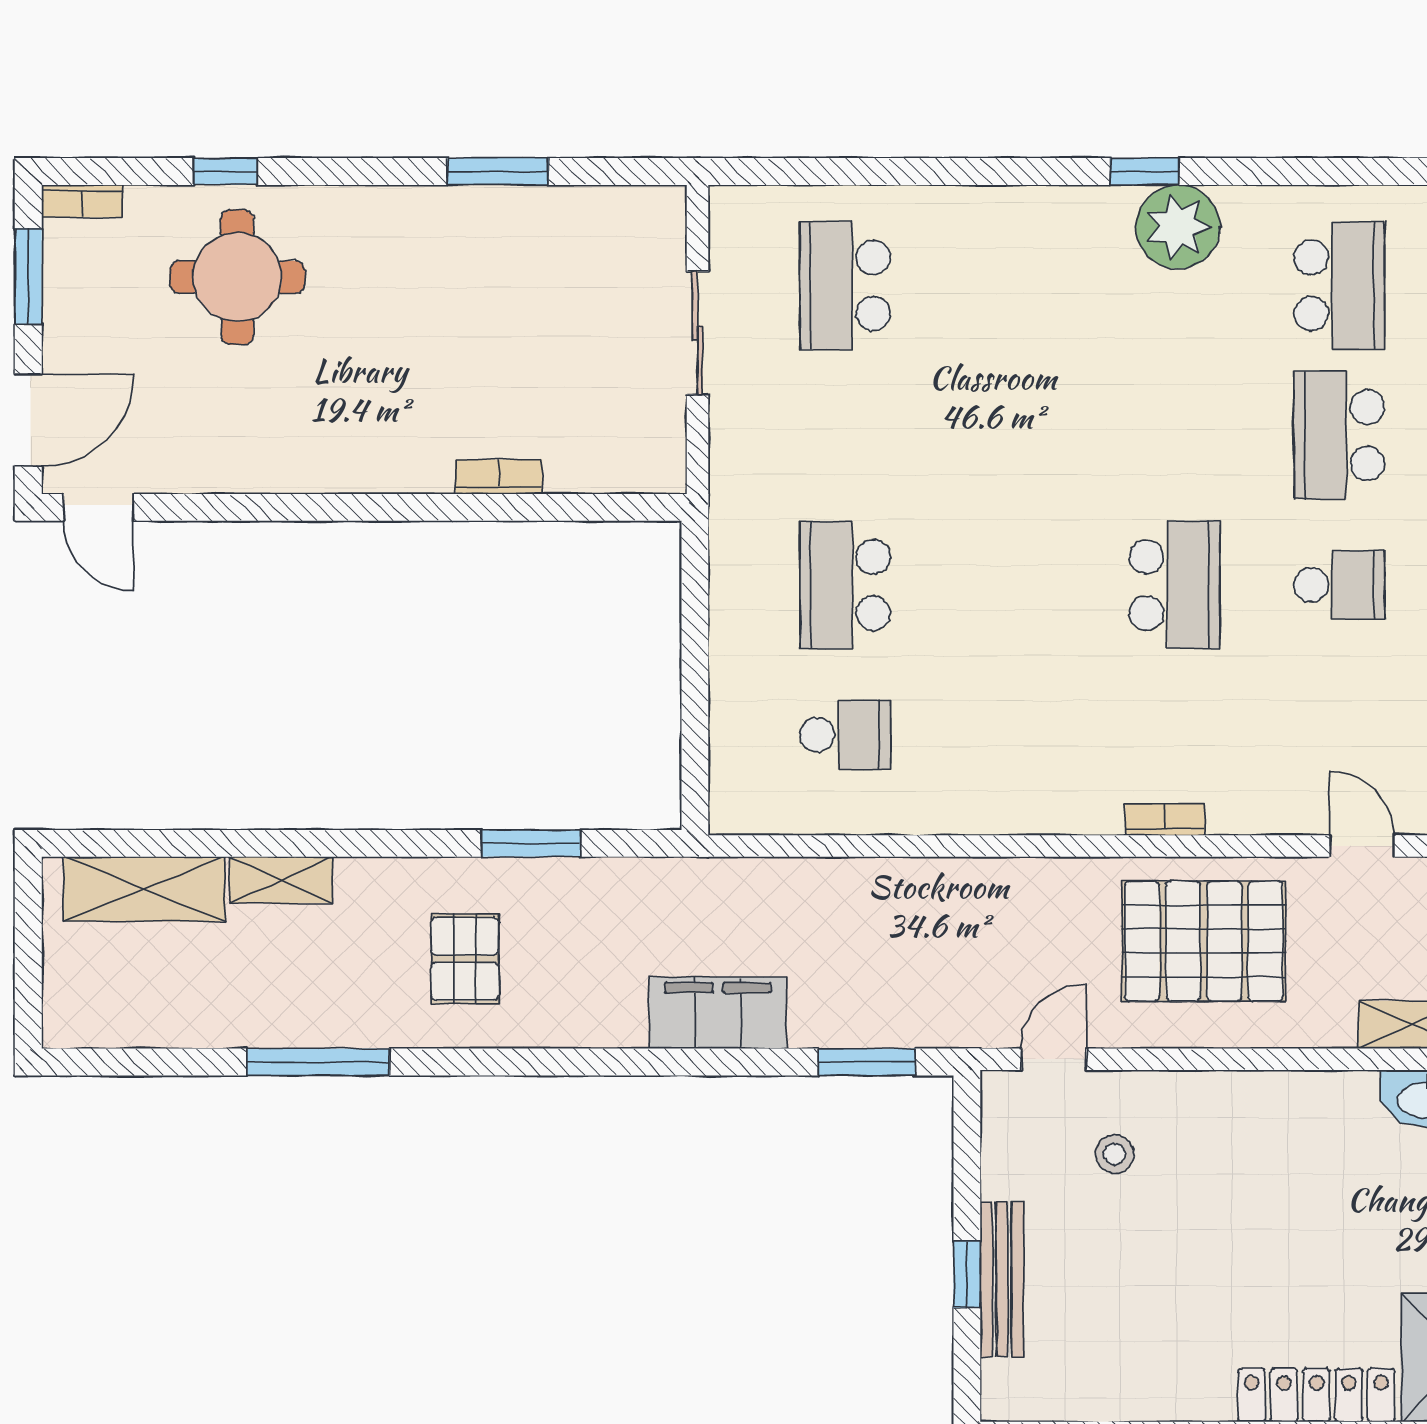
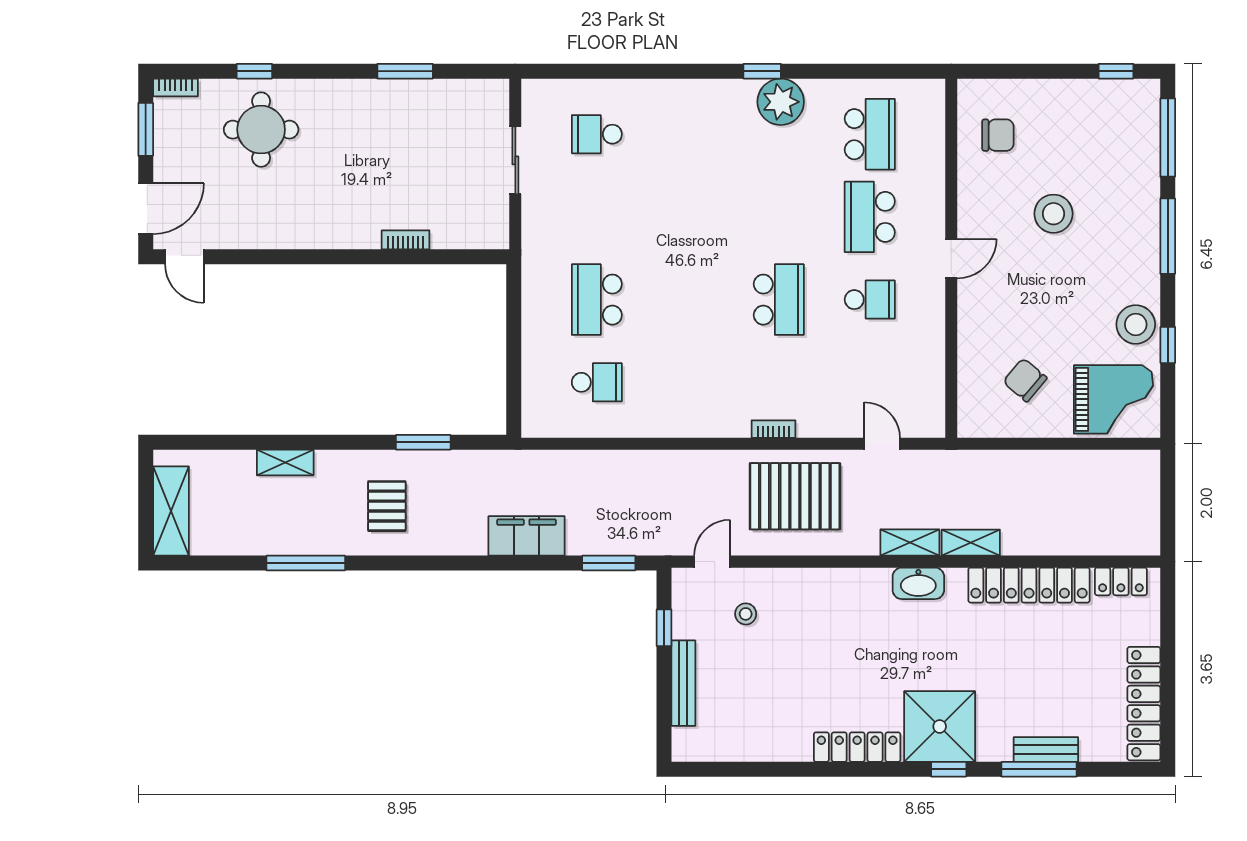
school desk: (845, 286) -> (597, 134), width x0.54
shelving: (144, 889) -> (171, 511), moved, turned 90
window: (967, 1274) -> (664, 628), moved

